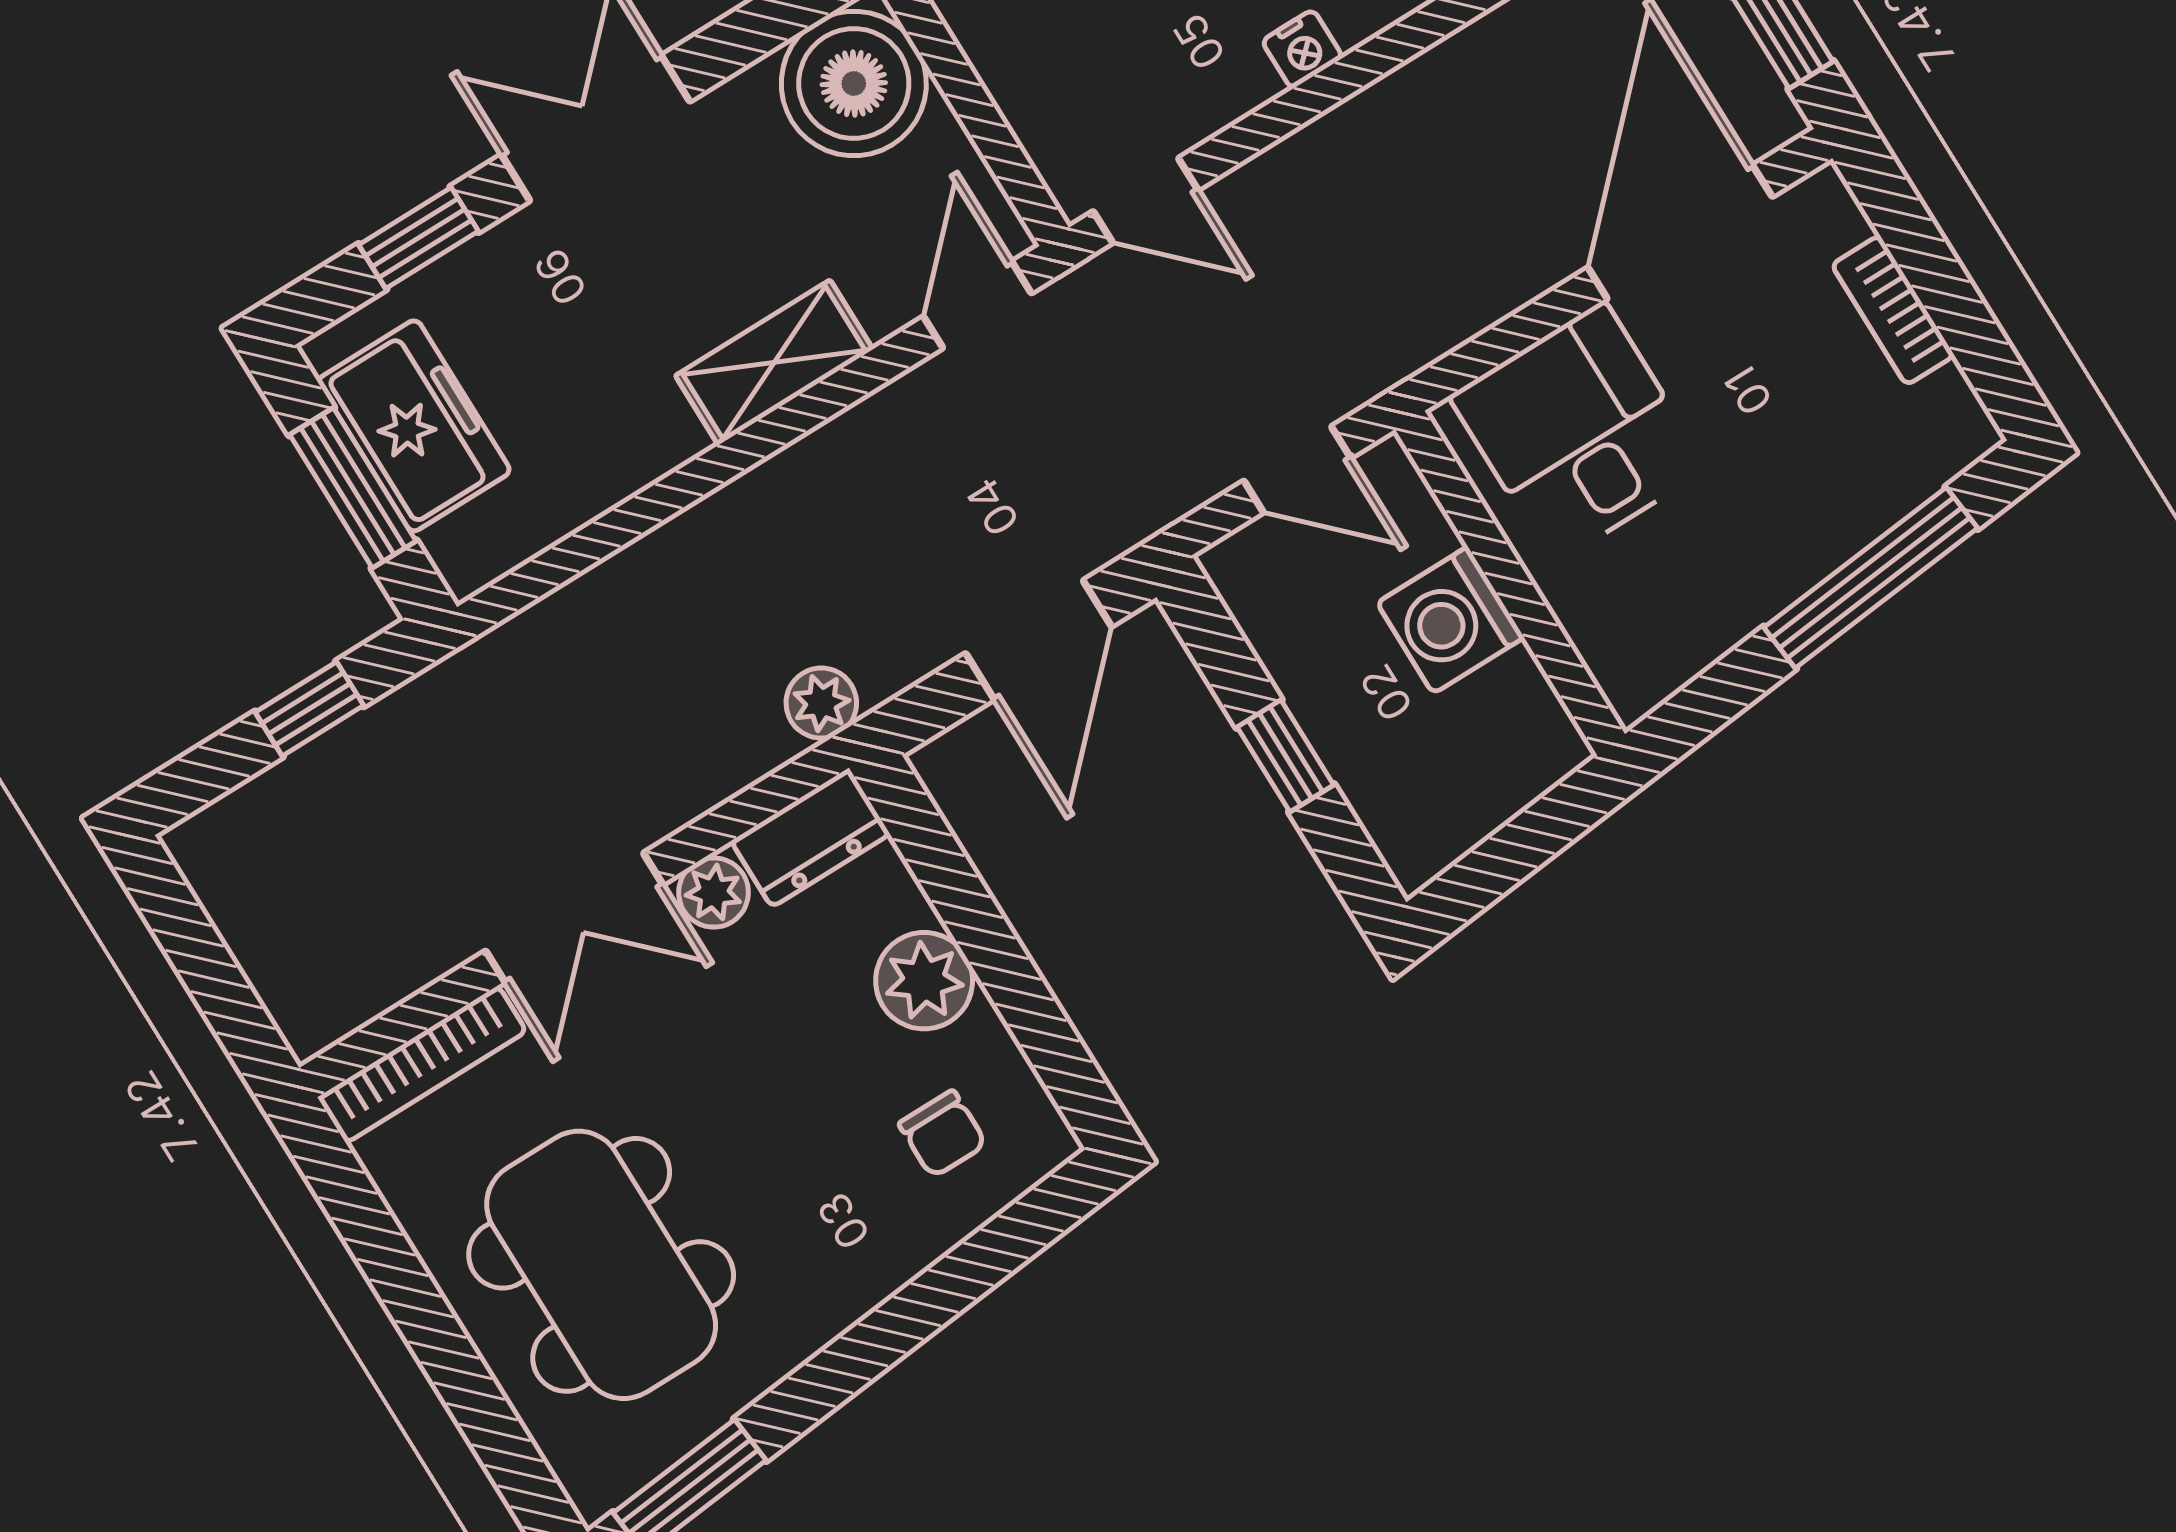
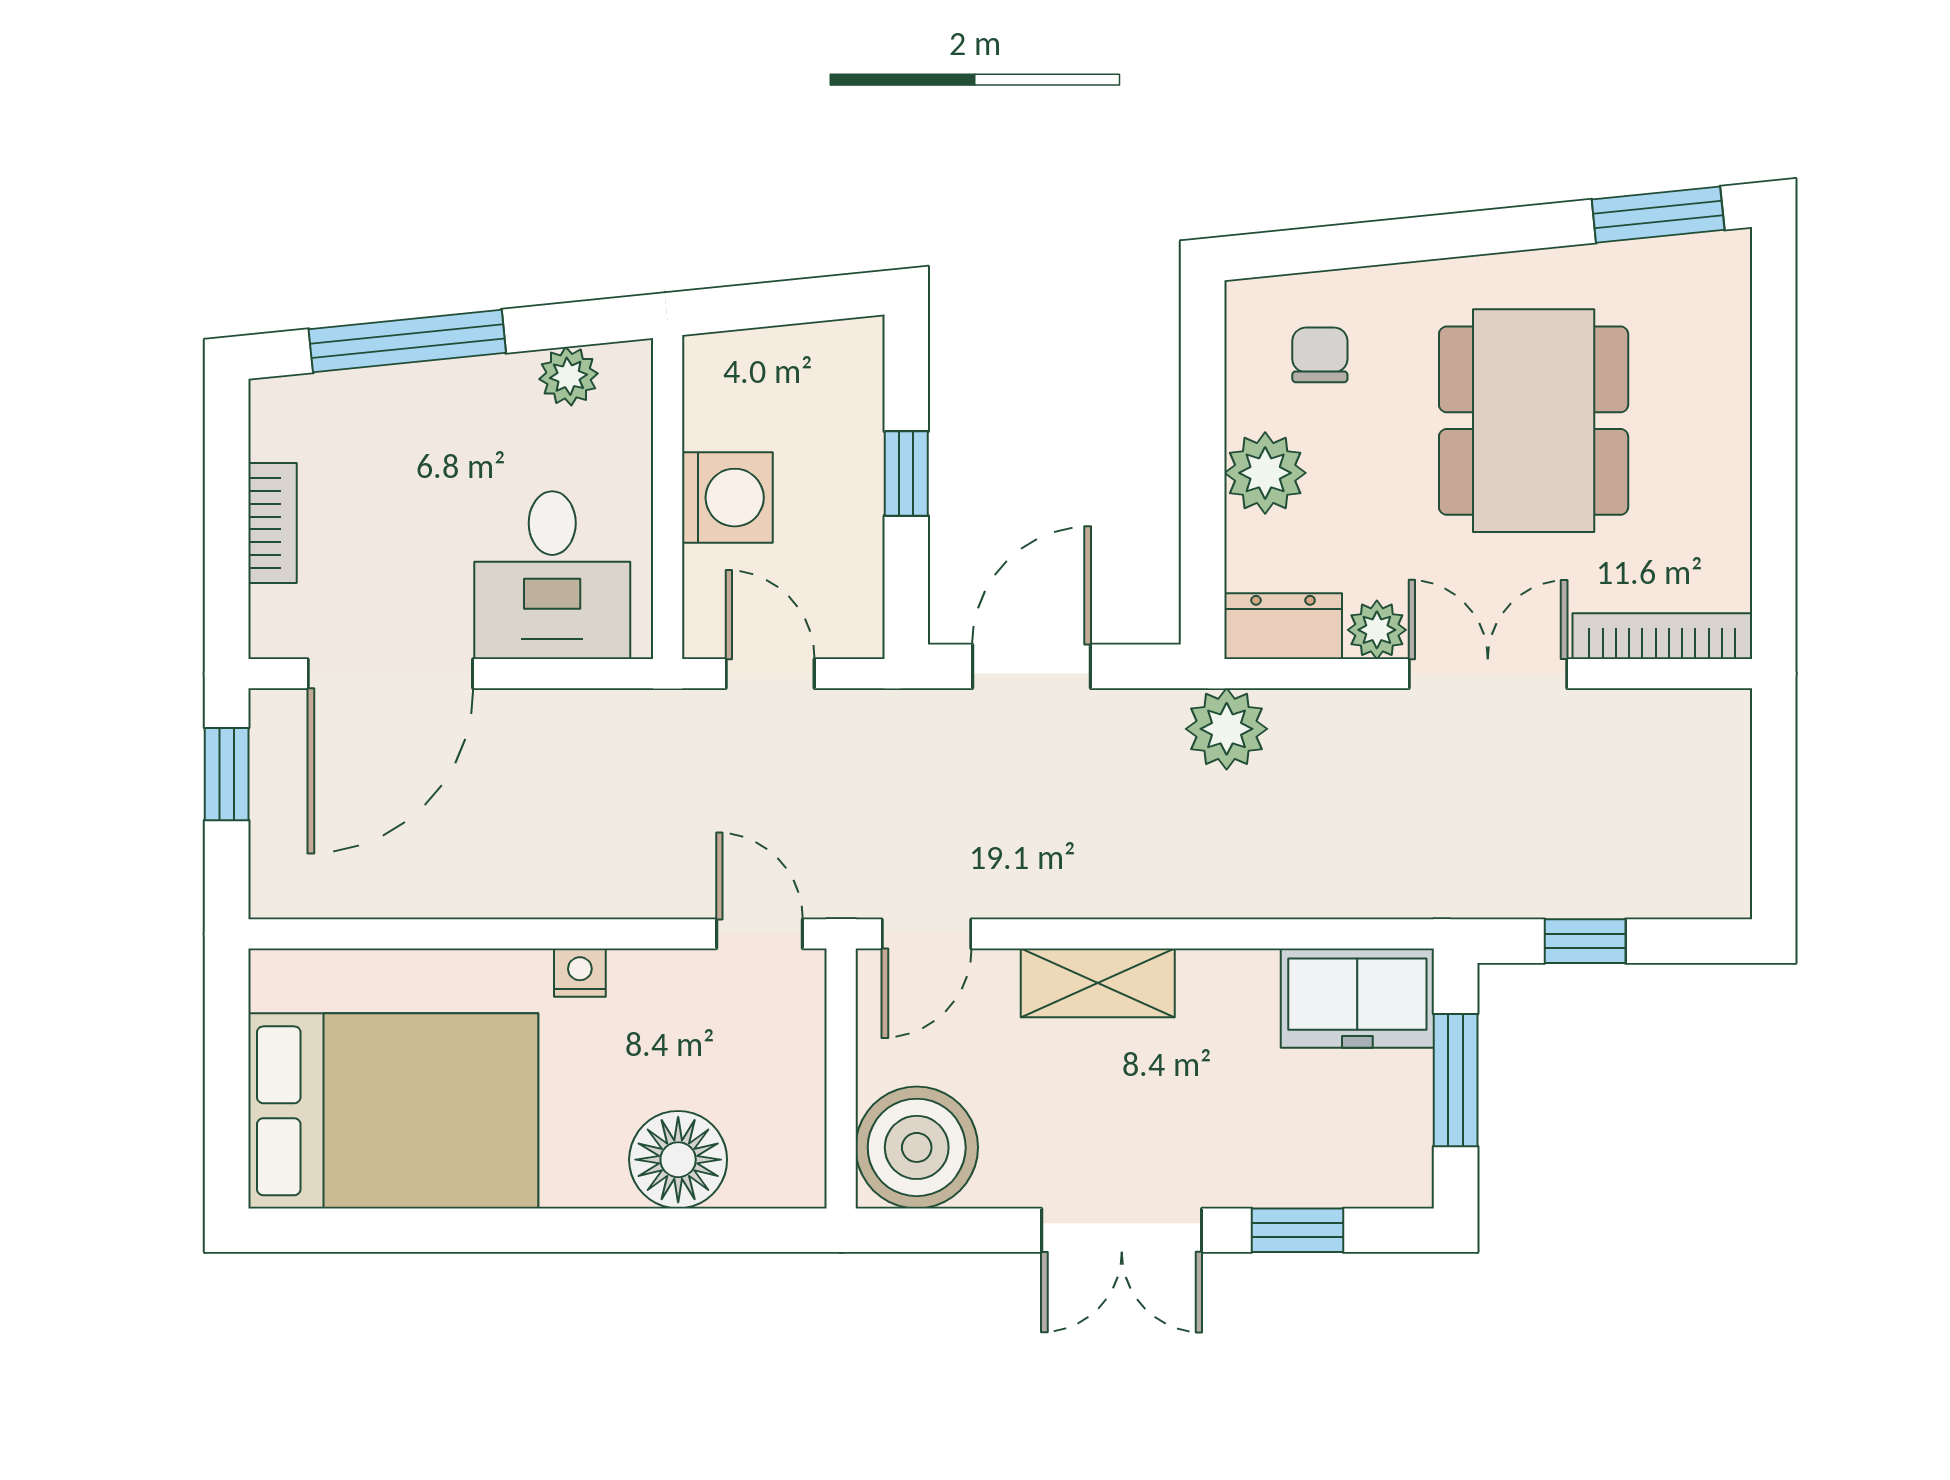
freezer: (414, 426) -> (1357, 998), moved, turned -90
plant: (1686, 643) -> (569, 376), added
plant: (821, 703) -> (1227, 729), width x1.38, depth x1.38
dining table: (601, 1265) -> (1534, 421), moved

